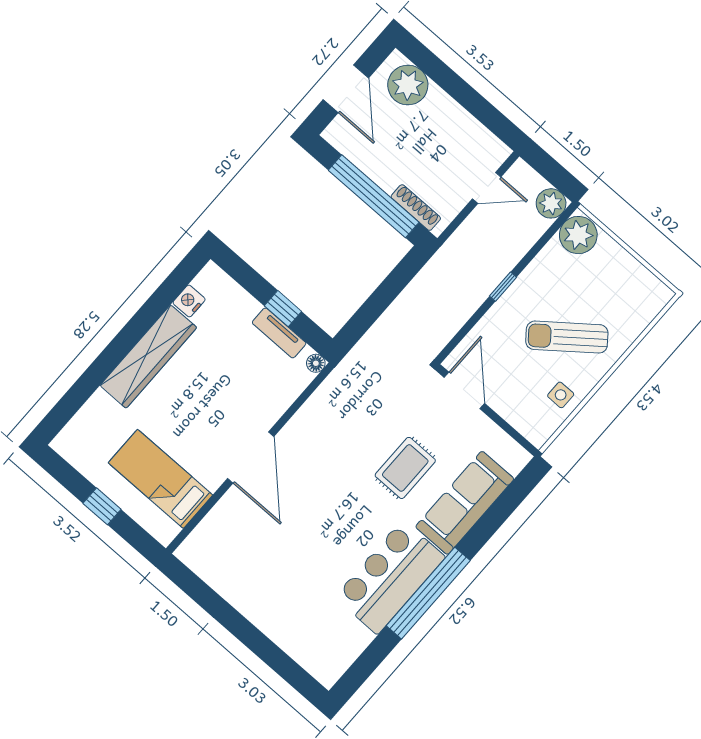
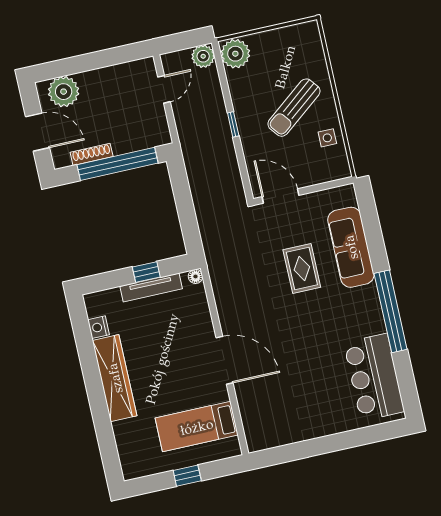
shoe rack: (416, 208) -> (92, 154), moved
tv unit: (279, 333) -> (151, 287), width x1.41
bar counter: (390, 577) -> (374, 377), moved

